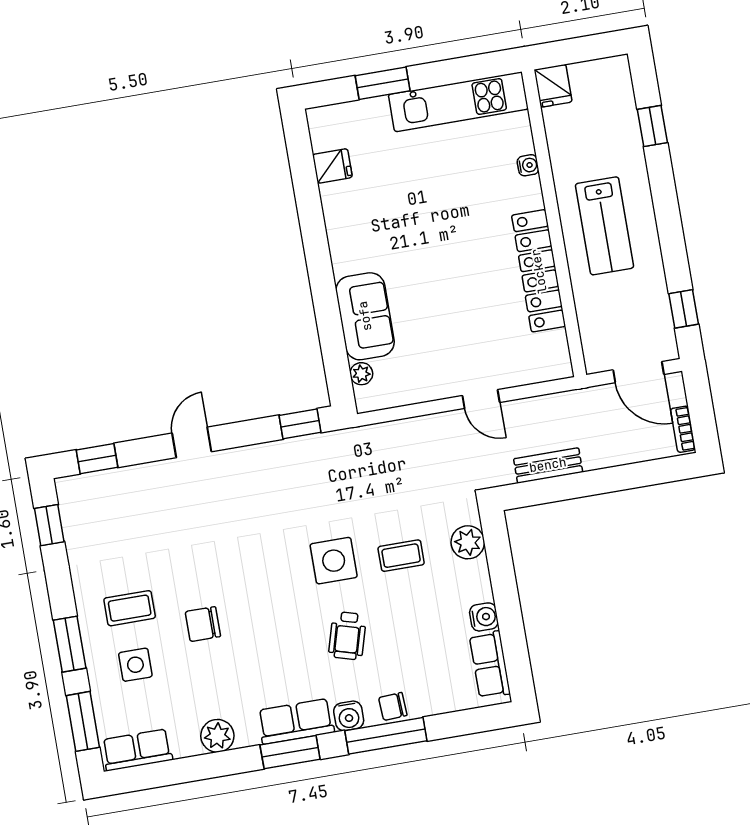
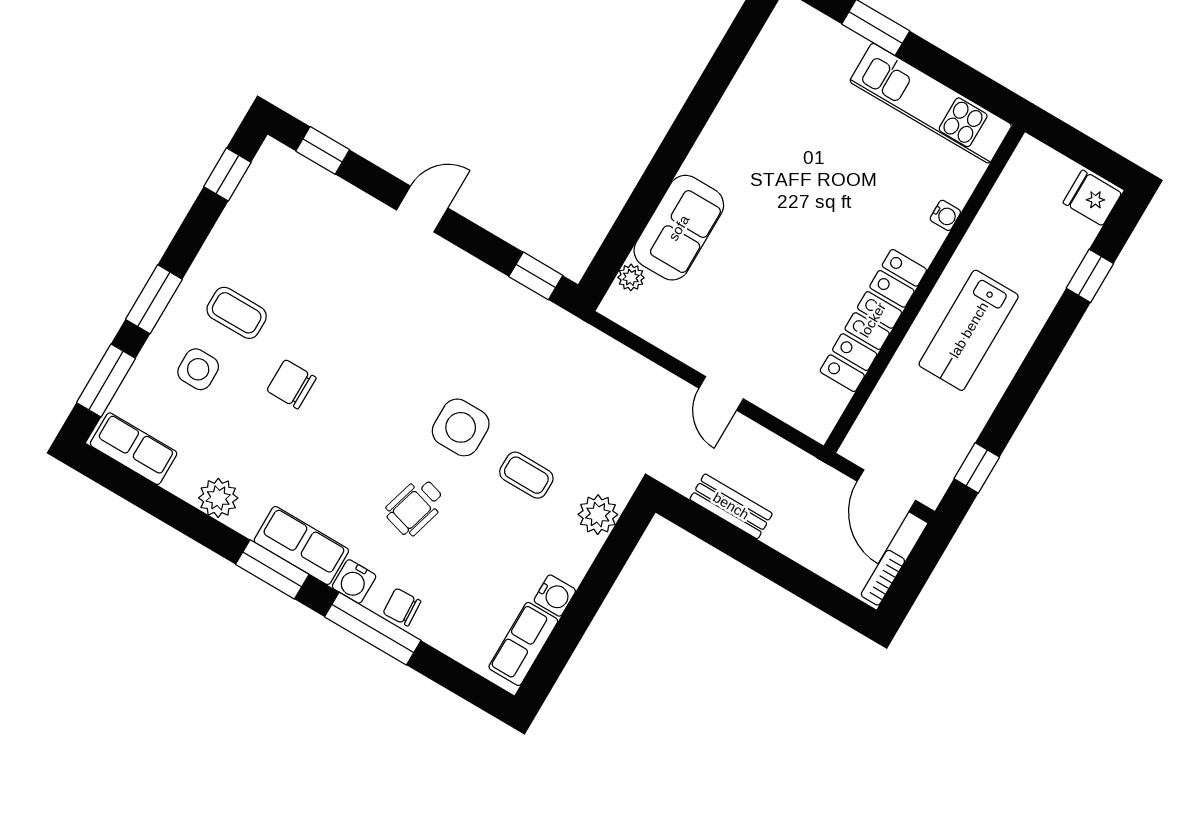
fridge: (553, 86) -> (1092, 198), moved, turned 90
fridge: (332, 166) -> (765, 64), removed

